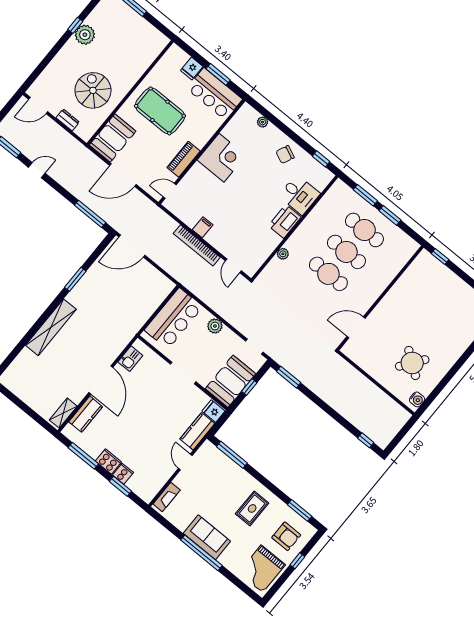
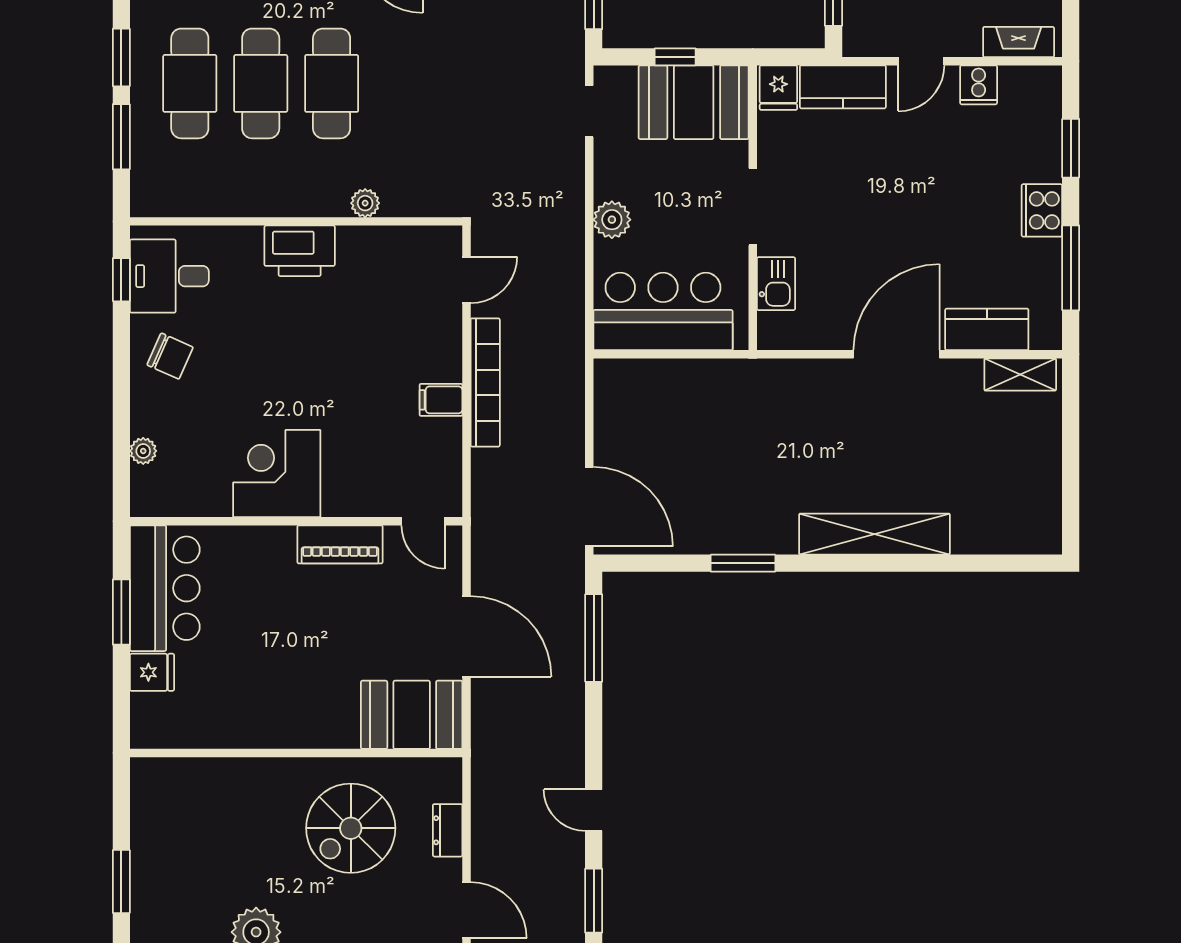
pool table: (160, 111) -> (284, 666), removed
desk: (299, 195) -> (169, 276), moved, turned -90
kitchen sink: (130, 359) -> (776, 284), moved, turned 90
cooker: (123, 474) -> (979, 85), moved, turned -90

